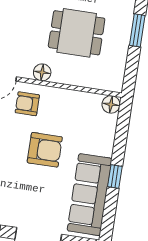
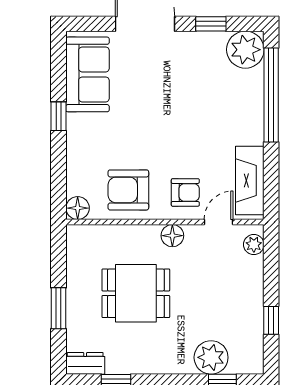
armchair: (45, 150) -> (128, 190), moved
sofa: (90, 195) -> (87, 74), width x0.73

